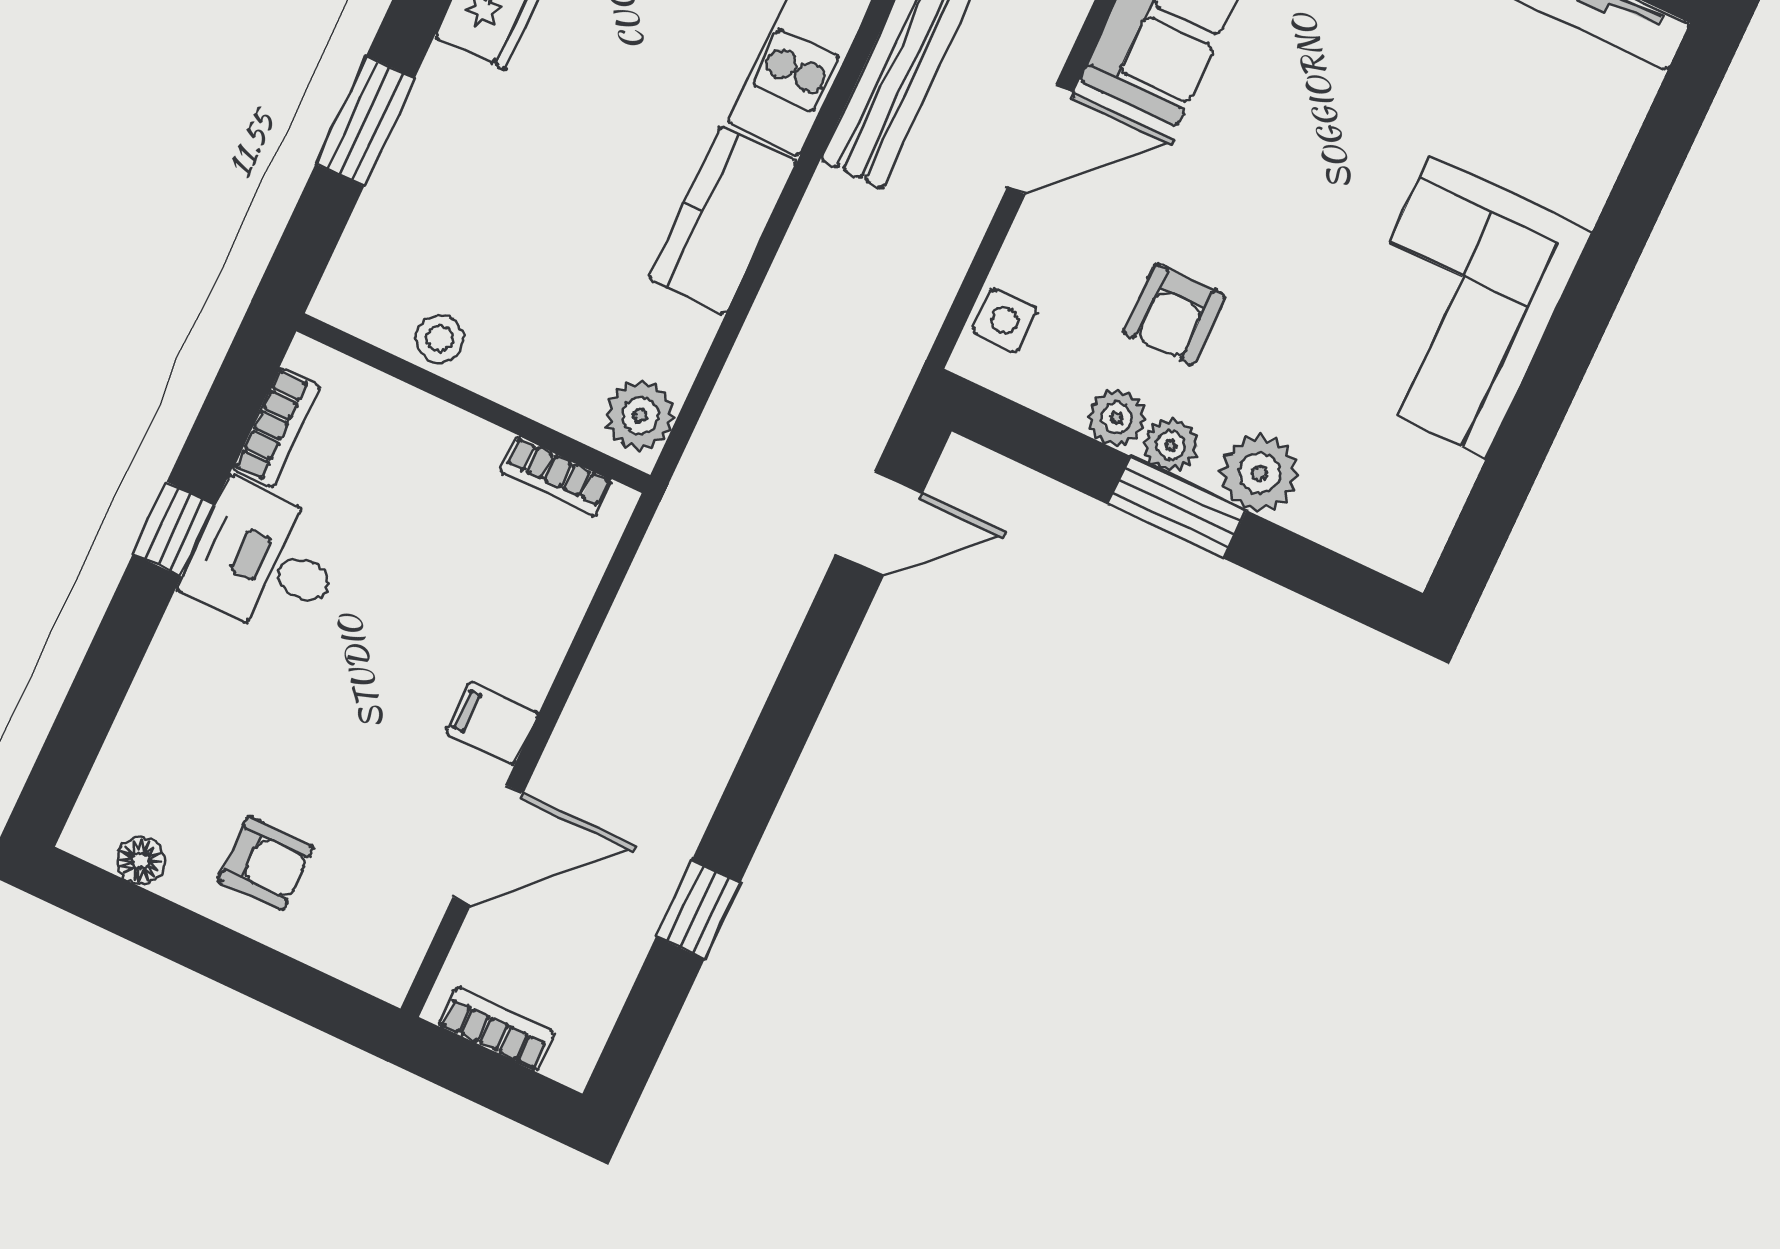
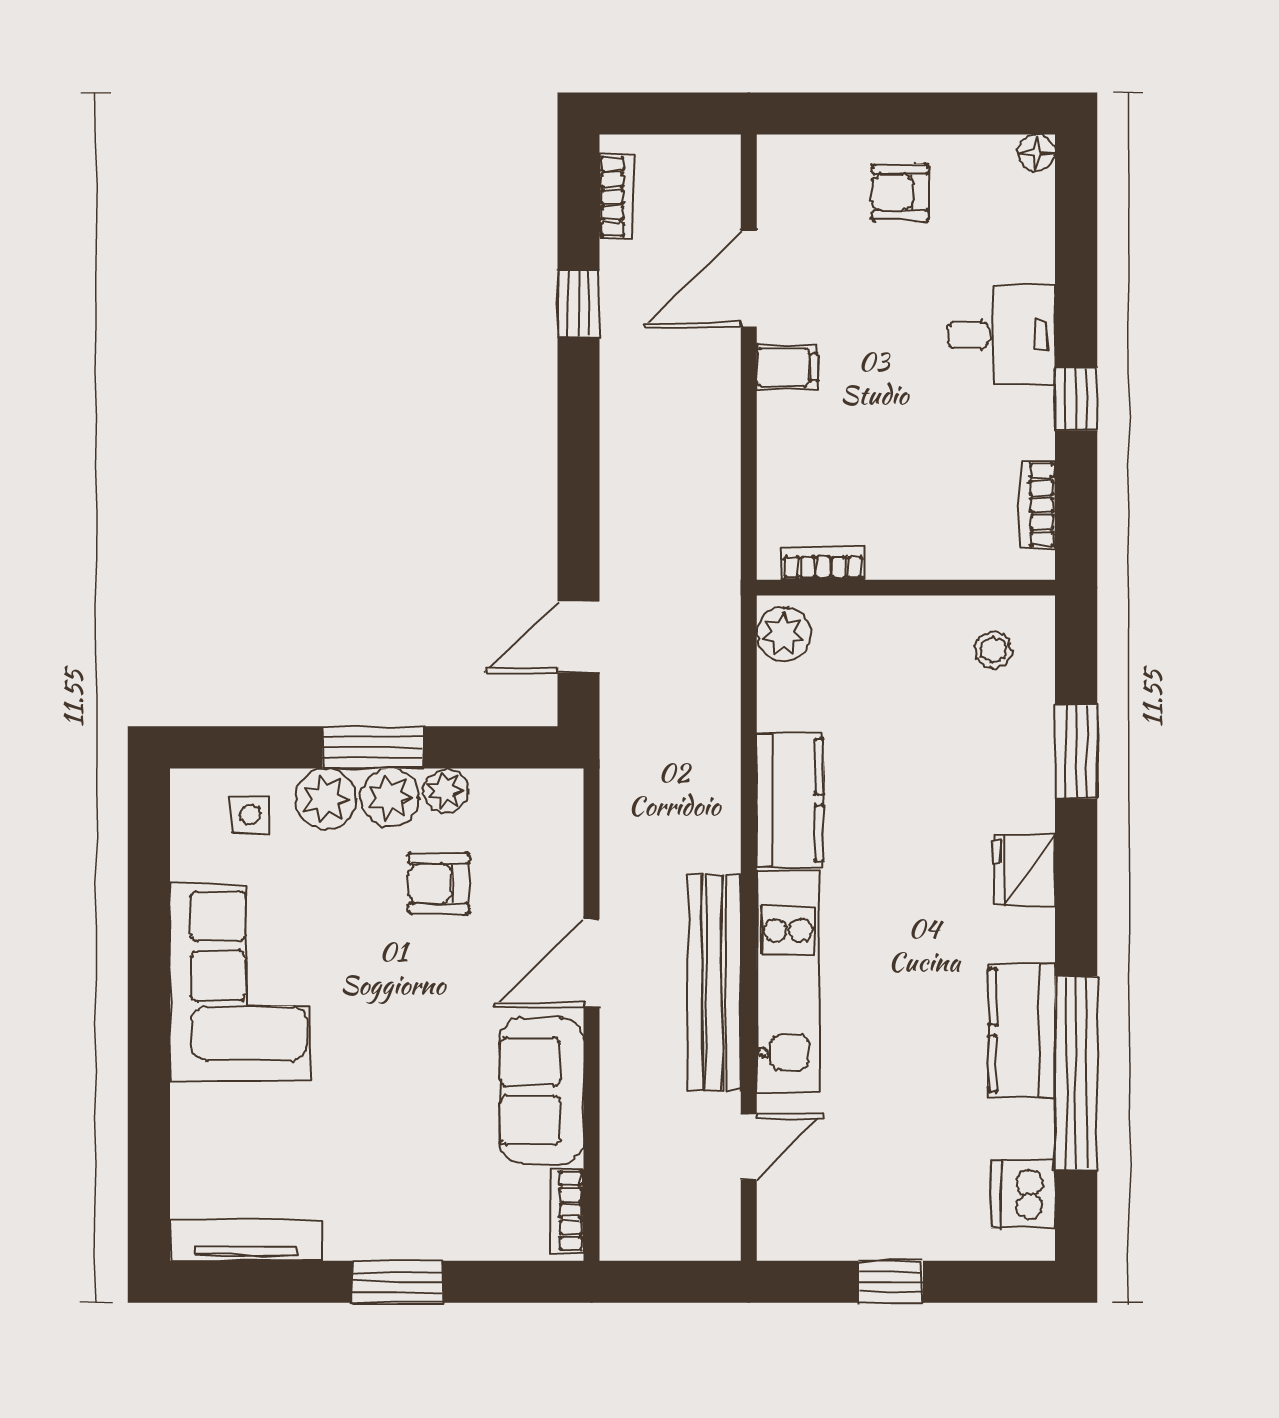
armchair: (1174, 314) -> (439, 884), turned -90
side table: (1005, 320) -> (250, 814), moved
stool: (440, 339) -> (993, 650), moved
plant: (1171, 445) -> (390, 797), width x1.38, depth x1.38
desk: (265, 561) -> (1001, 335), moved
floor lamp: (140, 861) -> (1037, 153), moved
bookcase: (496, 1029) -> (616, 197), moved, turned -90

